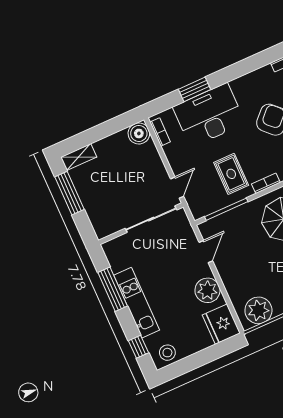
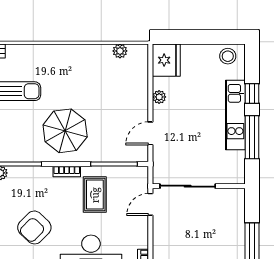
plant: (207, 290) -> (159, 97), width x0.53, depth x0.53
plant: (258, 310) -> (120, 51), width x0.53, depth x0.53
window: (138, 347) -> (252, 93), moved

